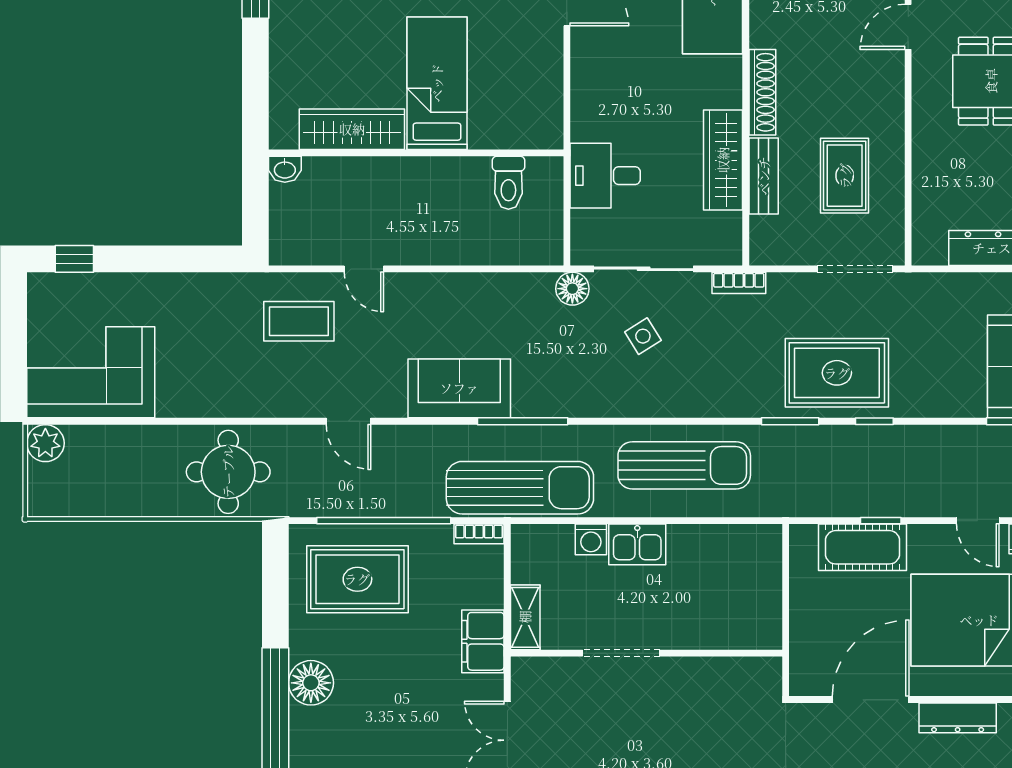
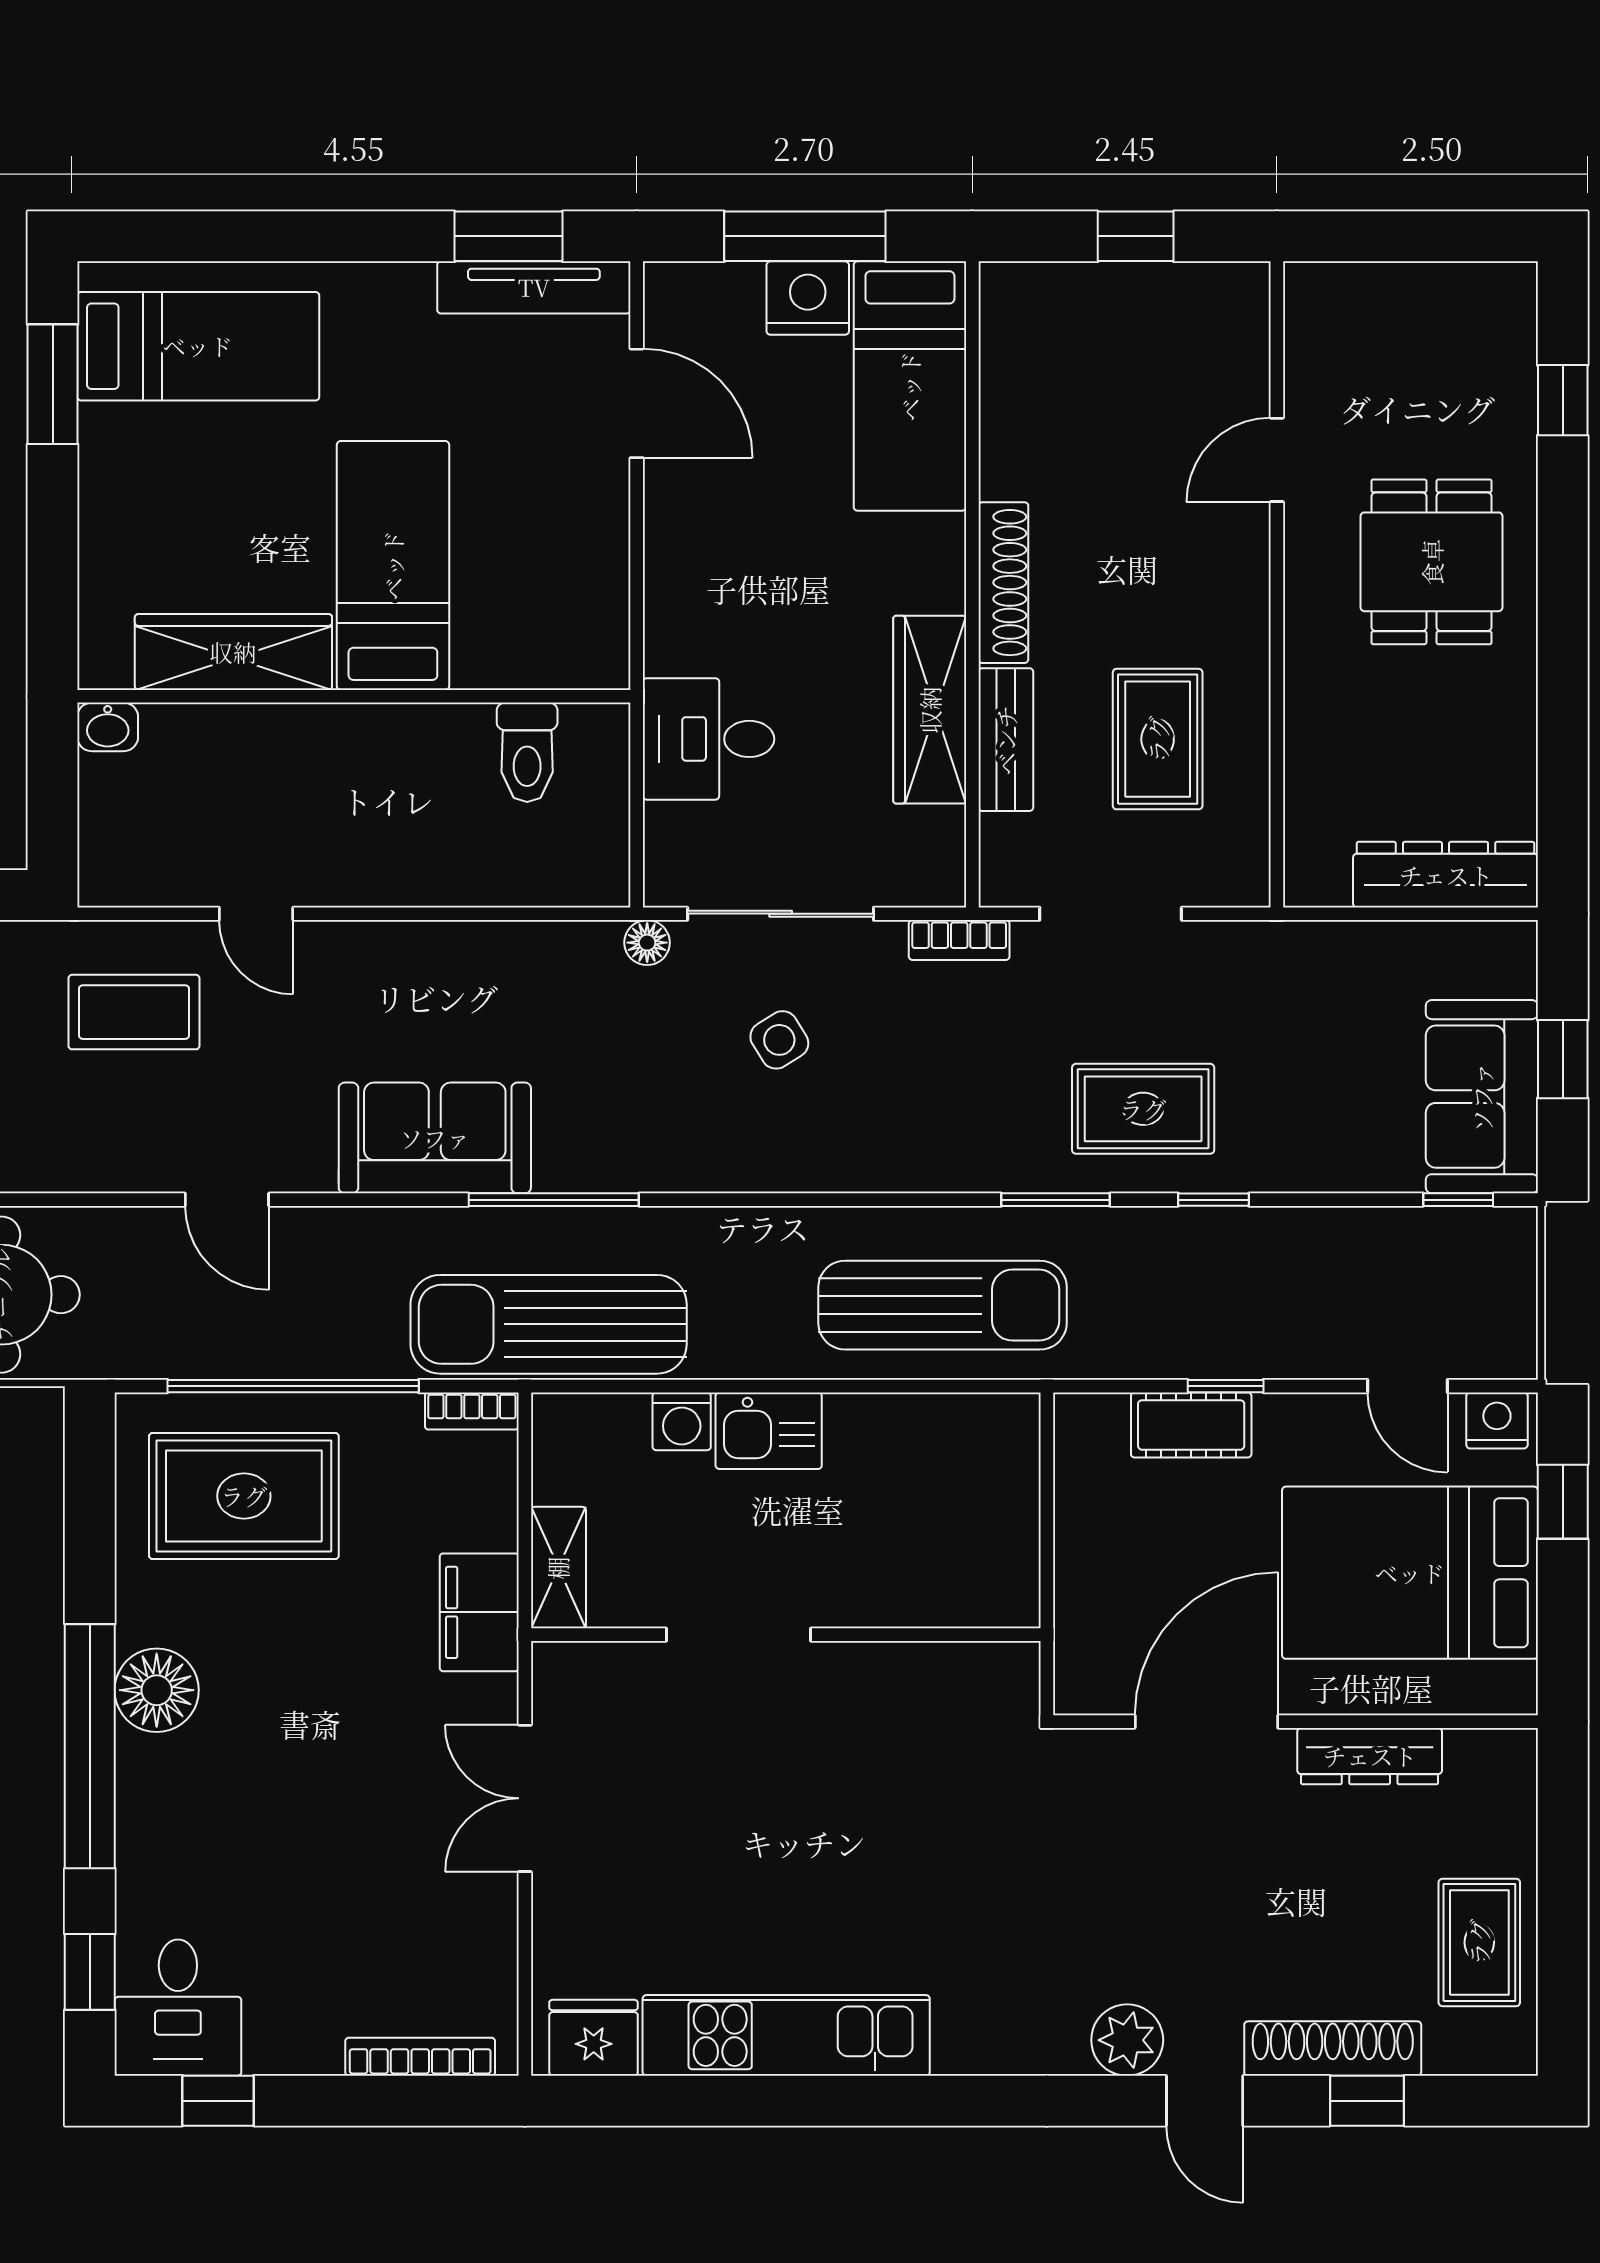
doorway: (855, 269) -> (1111, 914), moved
floor lamp: (572, 289) -> (647, 943), width x0.73, depth x0.73
rug: (837, 373) -> (1143, 1109), width x0.73, depth x0.70
sun lounger: (684, 465) -> (943, 1305), moved
sun lounger: (520, 488) -> (549, 1324), turned 180
cot: (863, 547) -> (1191, 1425), width x0.73, depth x0.75

